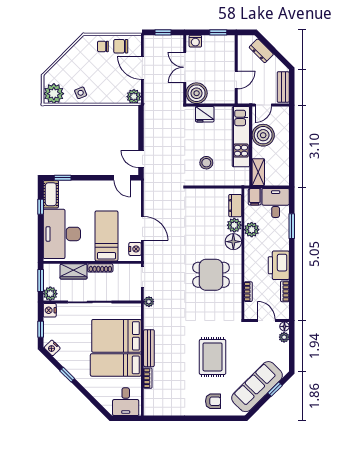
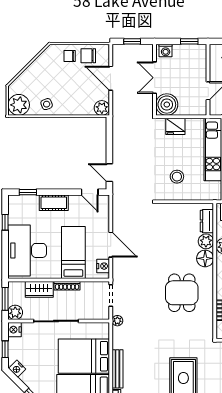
cot: (51, 194) -> (54, 203), moved, turned 90
dining table: (211, 275) -> (182, 293), turned 90

